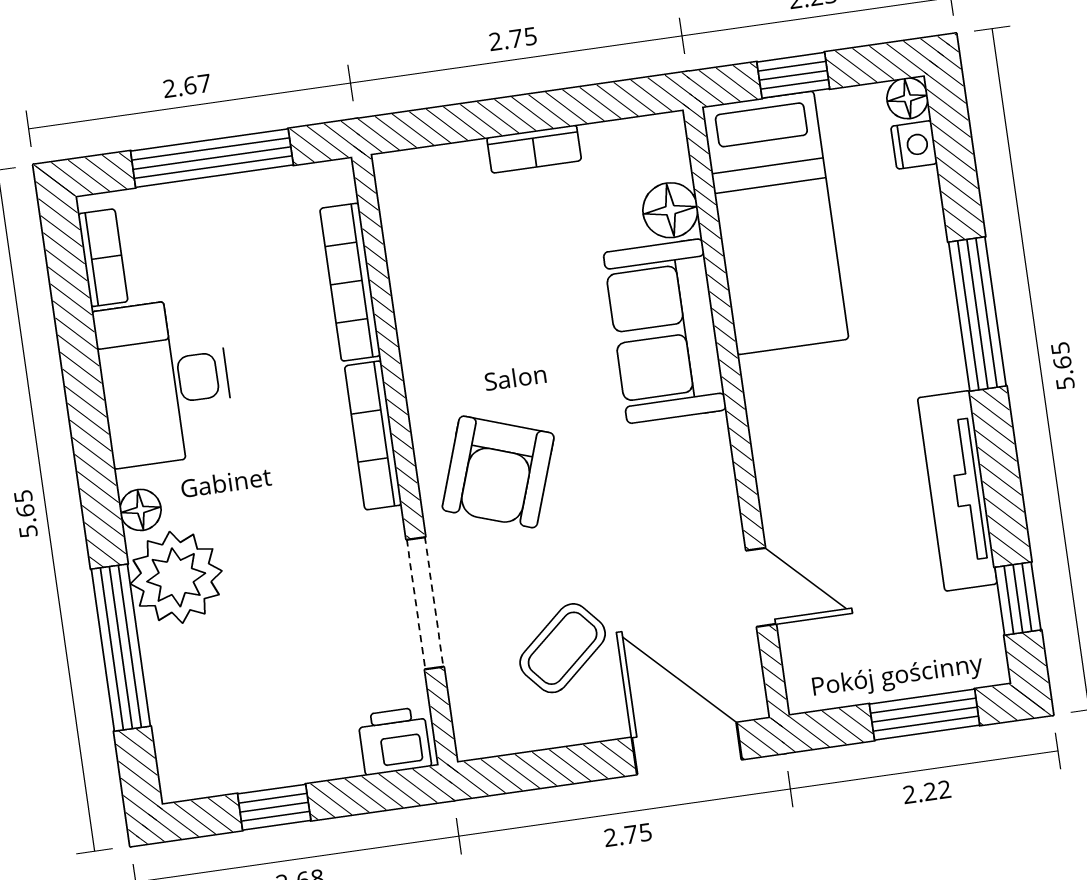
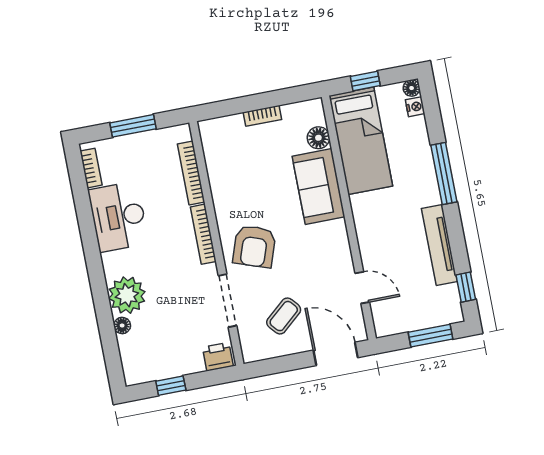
window: (212, 158) -> (133, 126), width x0.69
floor lamp: (140, 510) -> (122, 325), moved
window: (121, 648) -> (106, 324), removed

